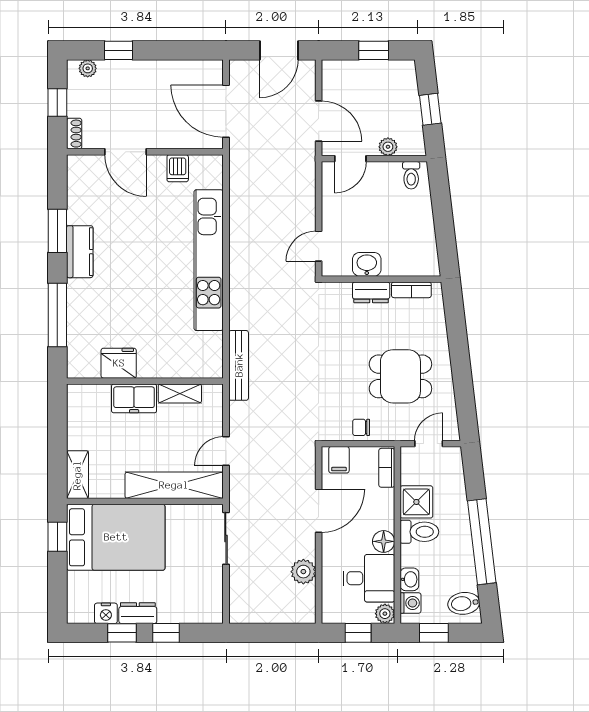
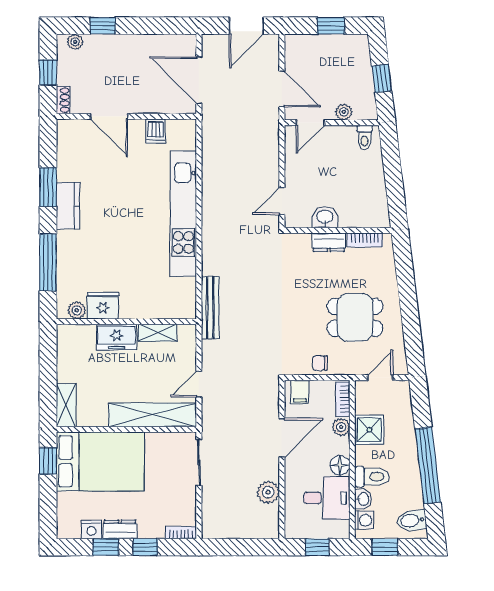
plant: (89, 368) -> (77, 310), added
toilet: (419, 532) -> (372, 477), moved
plant: (385, 614) -> (341, 427), moved
bookcase: (206, 617) -> (181, 533), added

